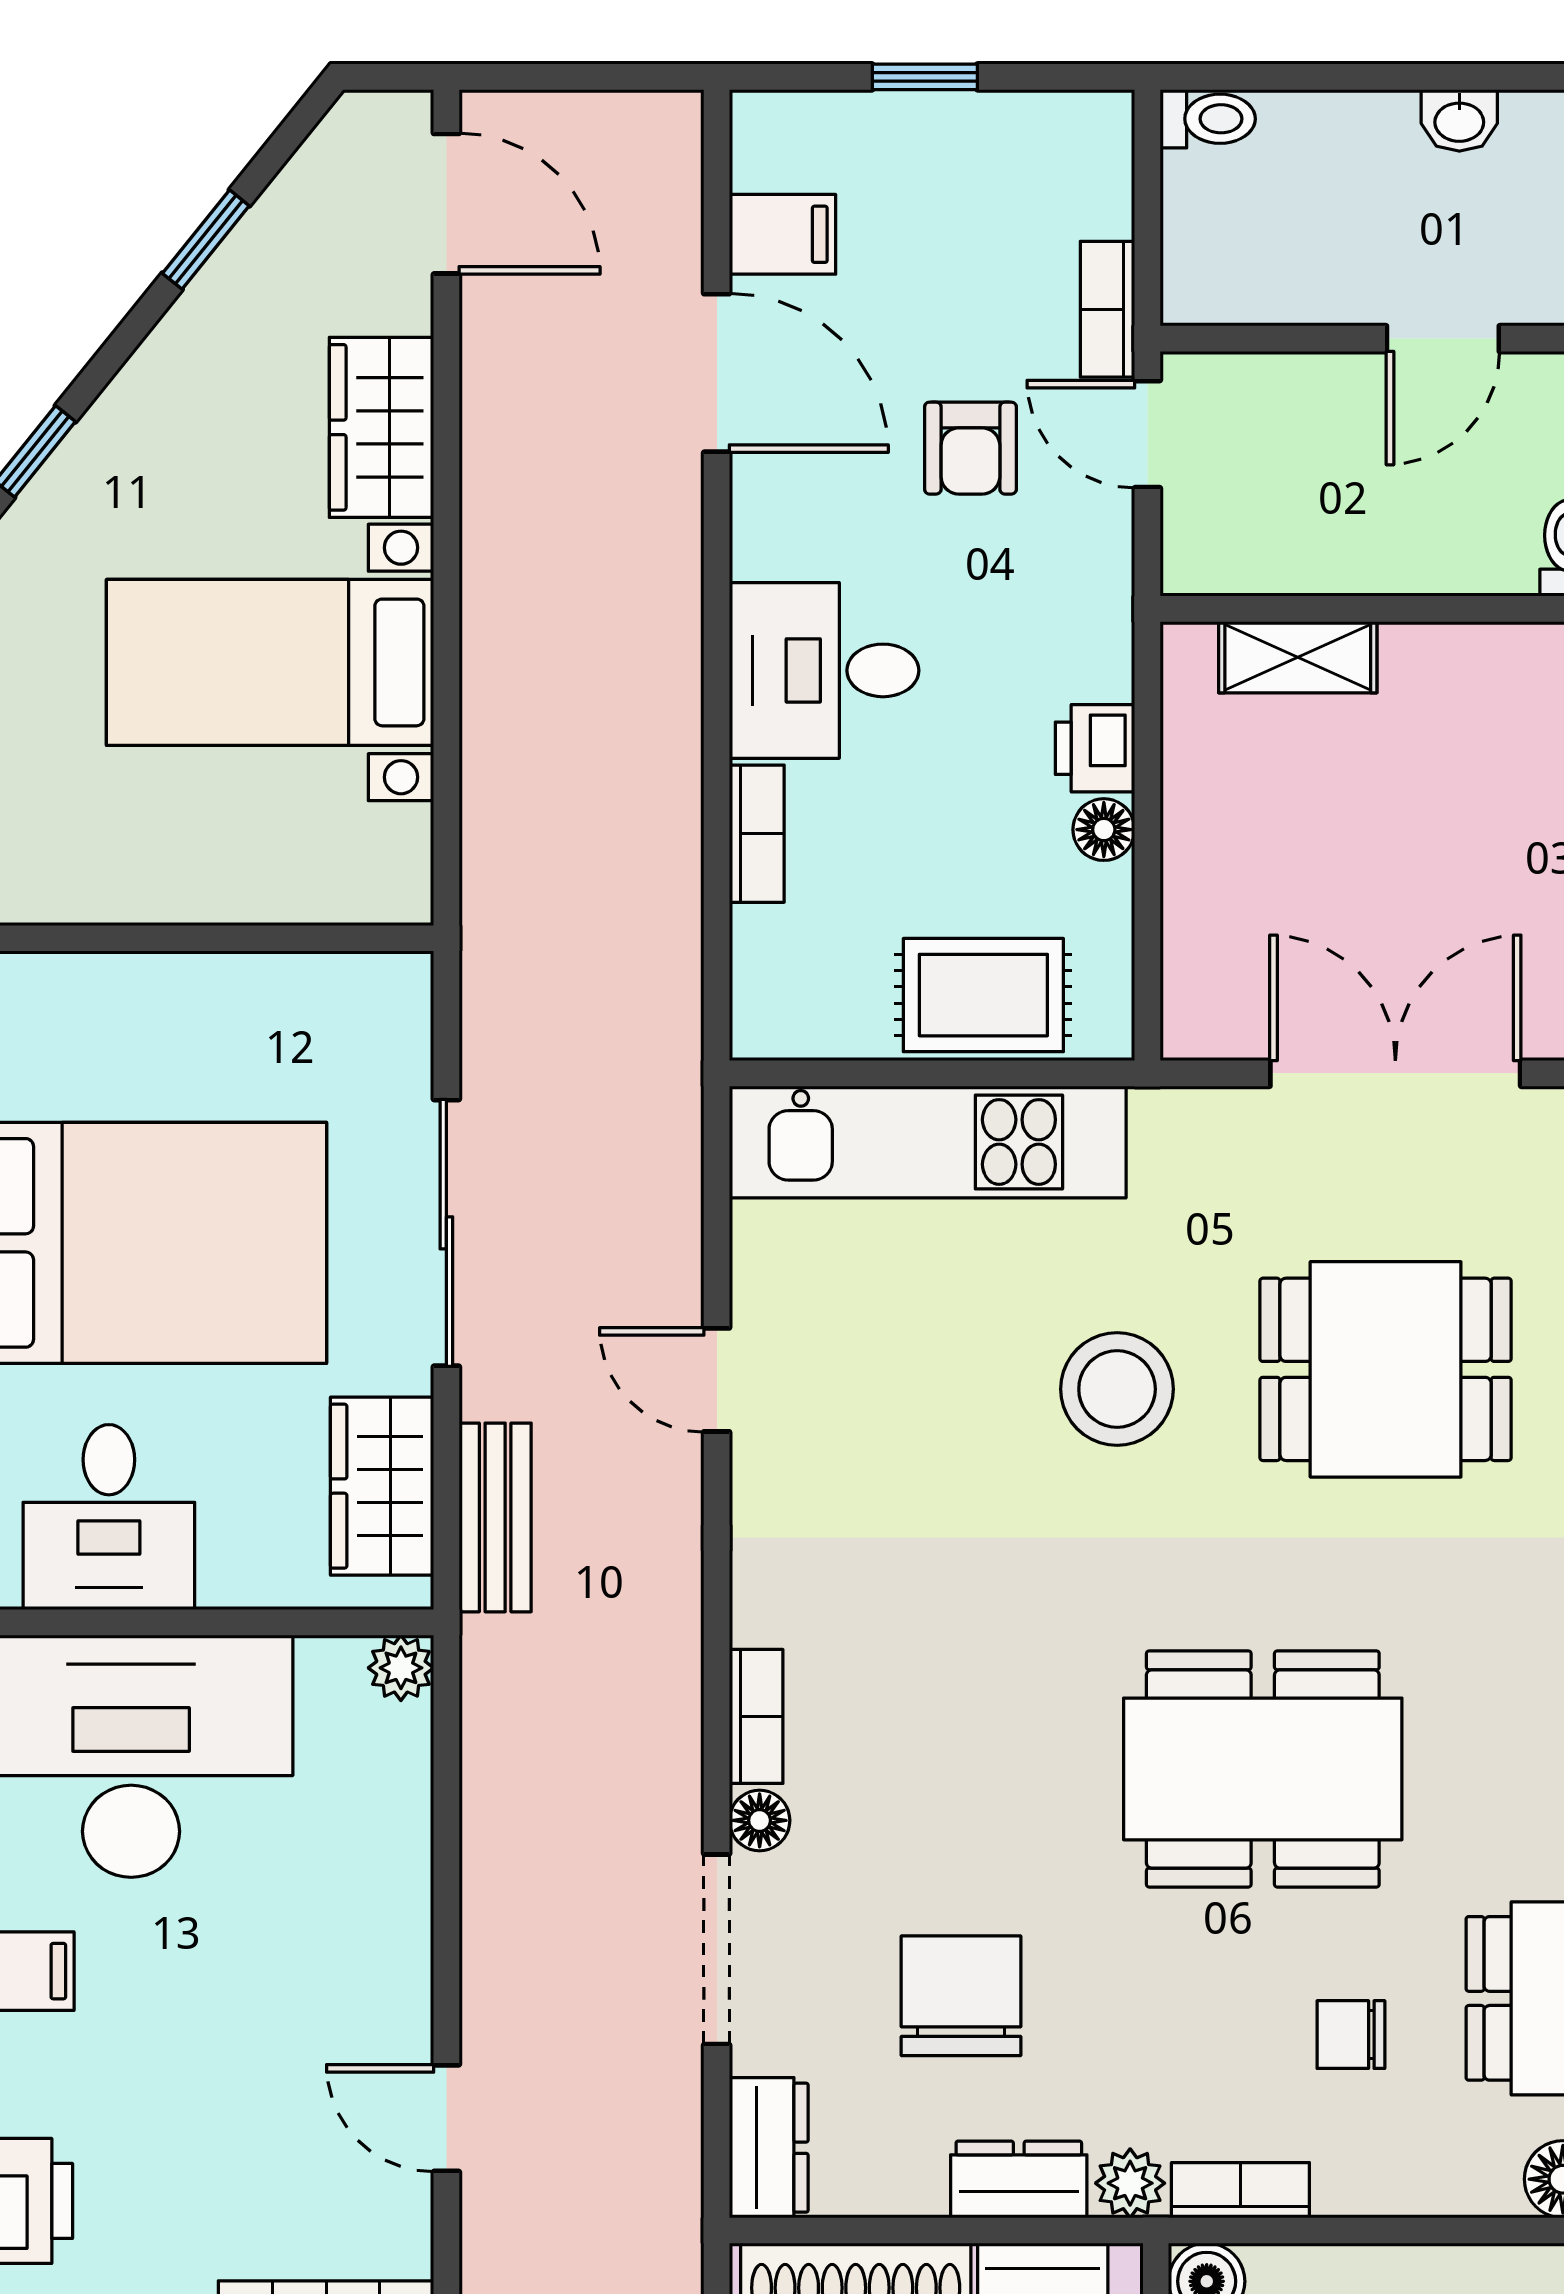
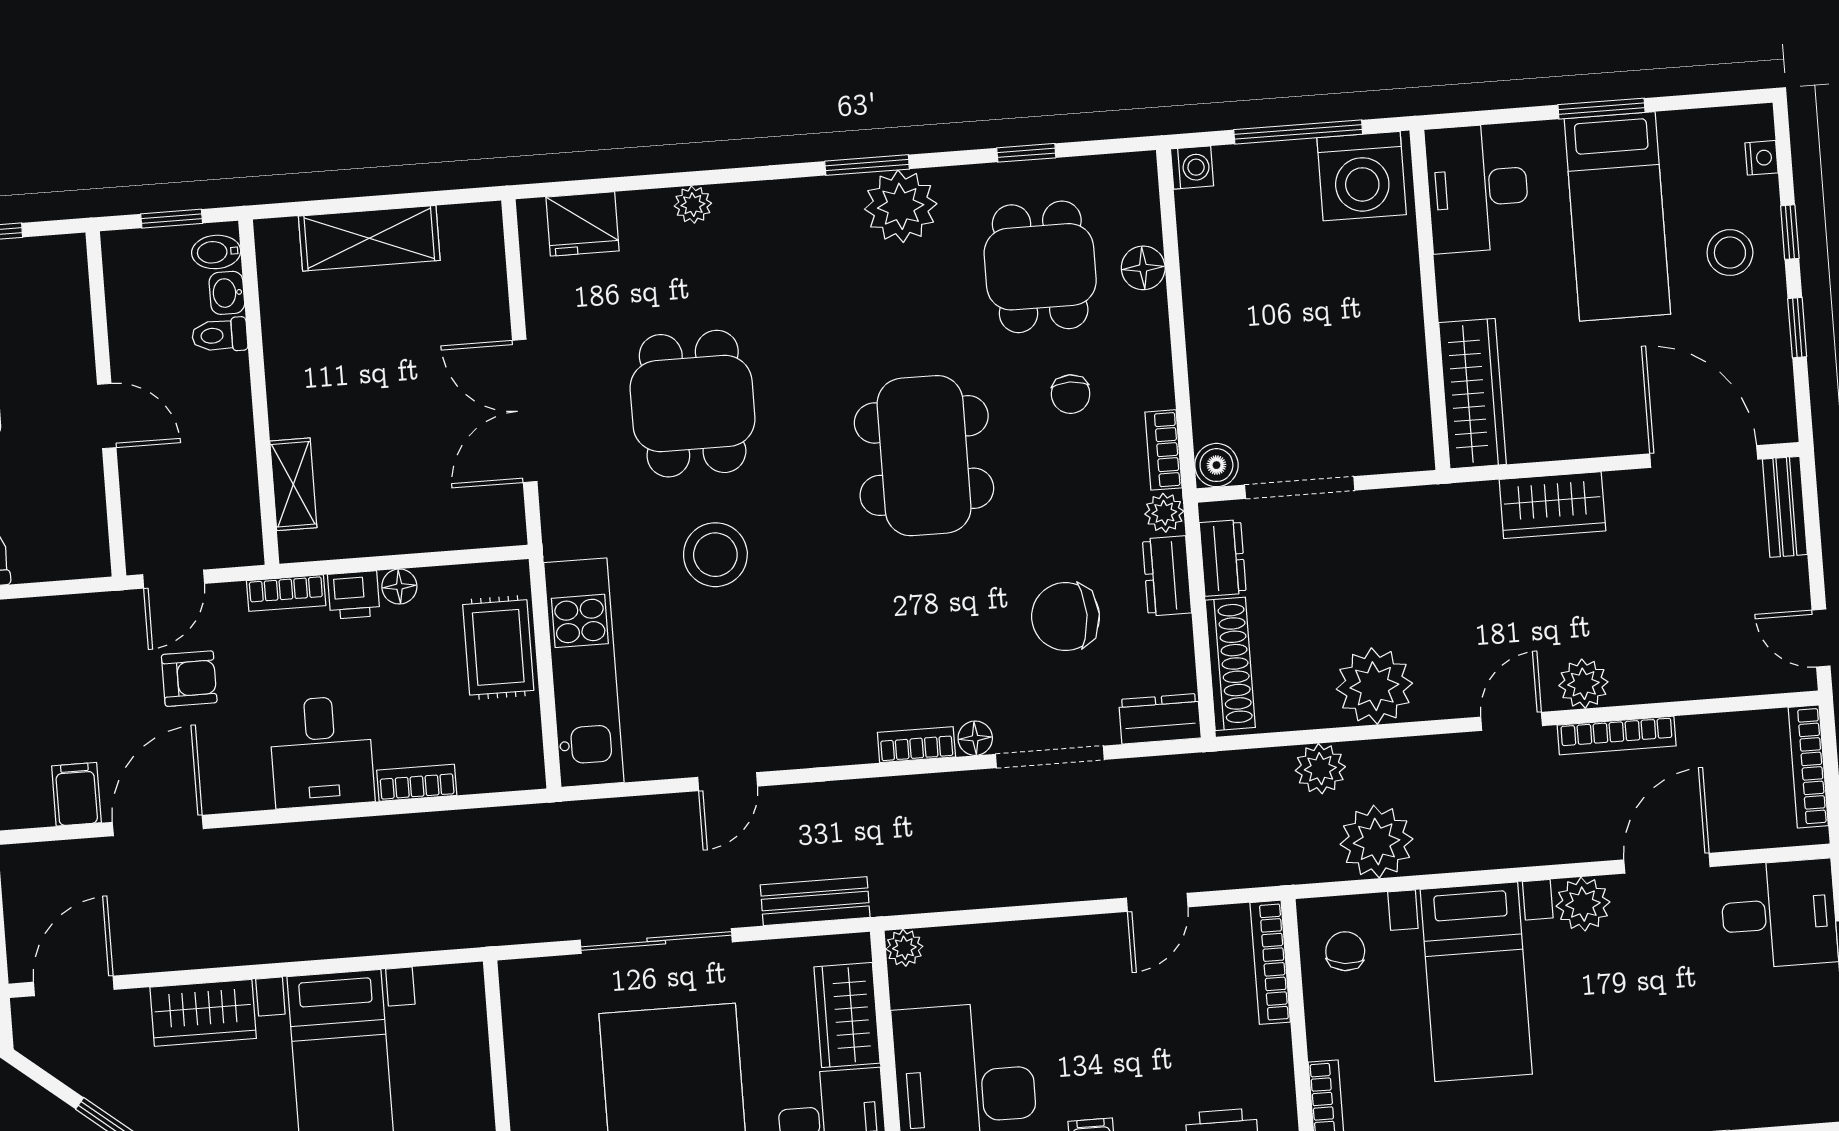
bookcase: (1108, 309) -> (286, 593), moved
wardrobe: (382, 1486) -> (847, 1015), moved, turned 90

